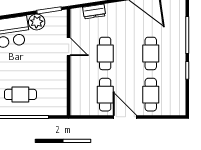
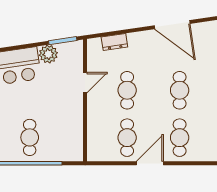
door: (69, 47) -> (85, 83), hinge flipped
cafe table: (20, 94) -> (30, 137), turned 90
door: (125, 117) -> (150, 163), hinge flipped

